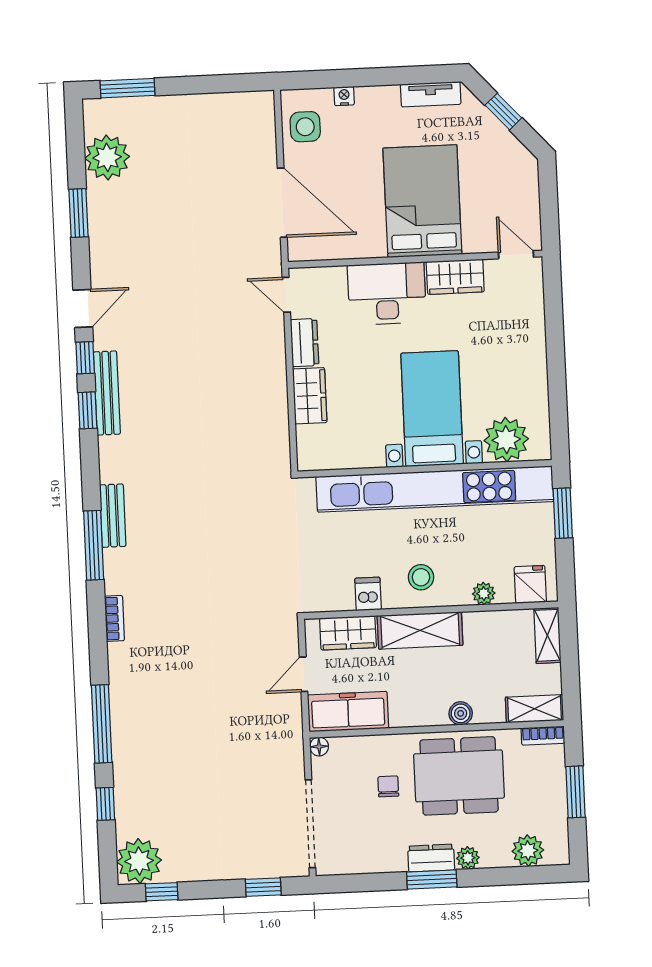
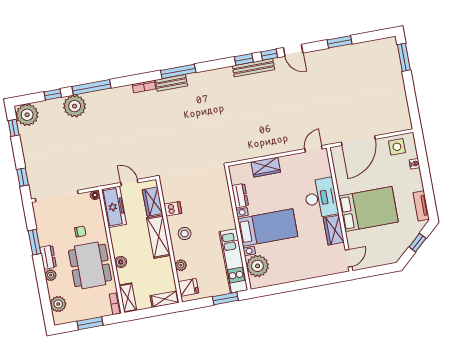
plant: (107, 157) -> (75, 106), moved
dresser: (305, 343) -> (240, 196), moved, turned -90
kitchen unit: (435, 489) -> (233, 261), width x0.54
bench: (113, 516) -> (171, 83), moved
window: (432, 879) -> (35, 242), moved

